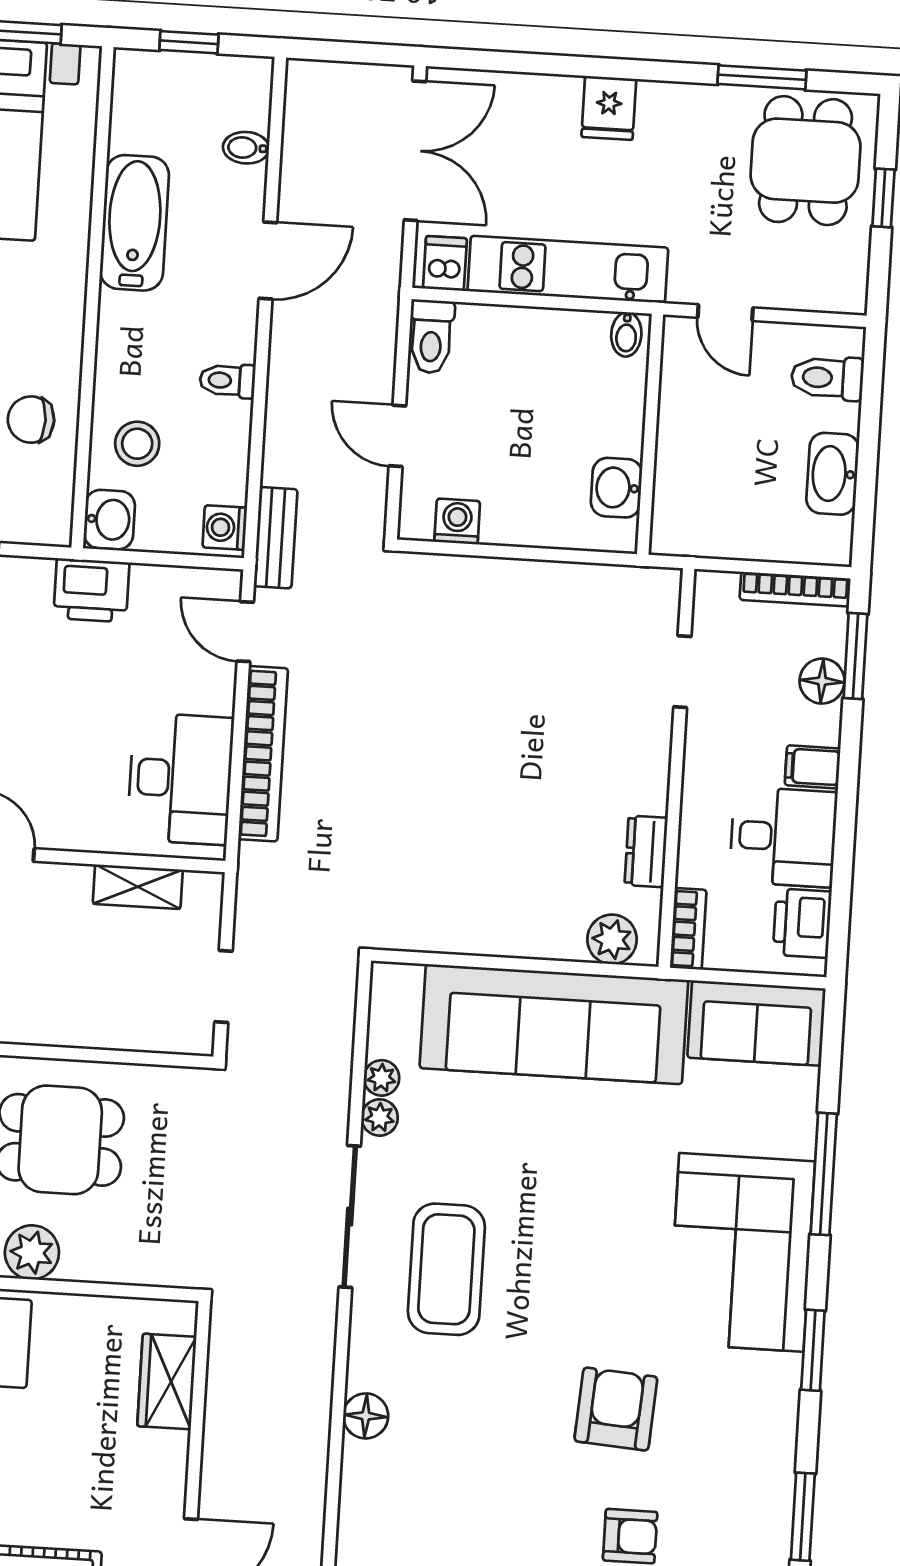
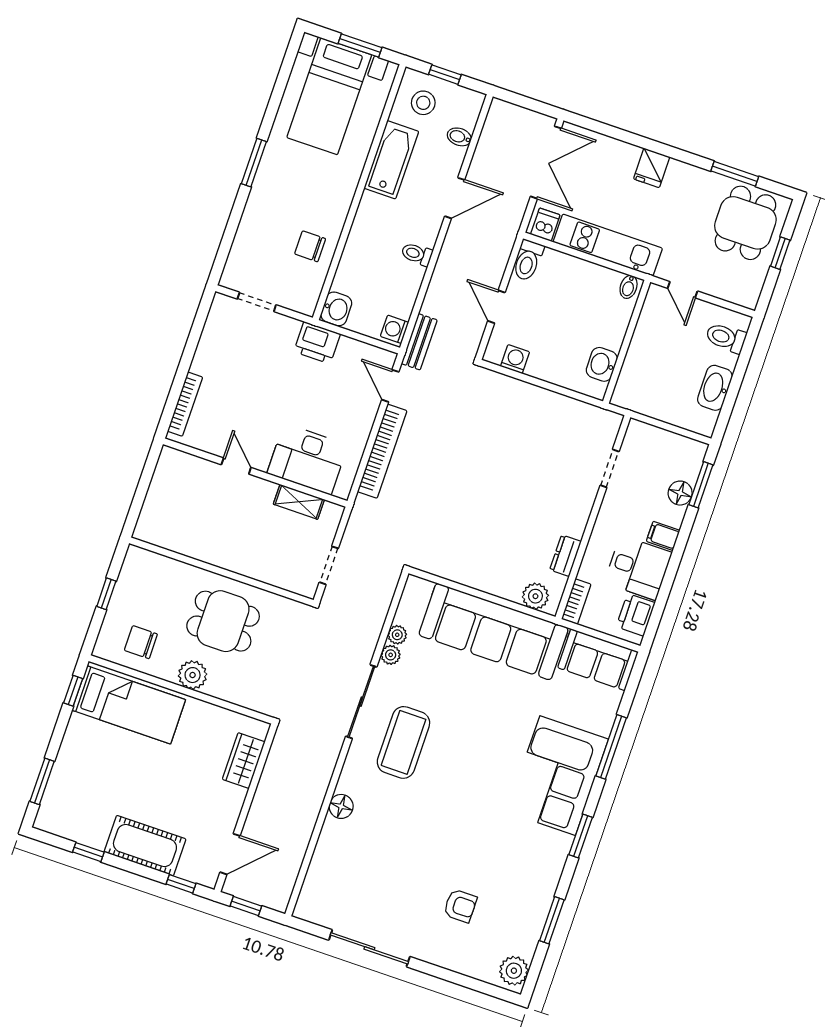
stool: (137, 444) -> (423, 103), moved
bookcase: (795, 589) -> (679, 442), removed
desk: (180, 779) -> (308, 459), moved, turned 90
armchair: (616, 1409) -> (471, 838), removed

